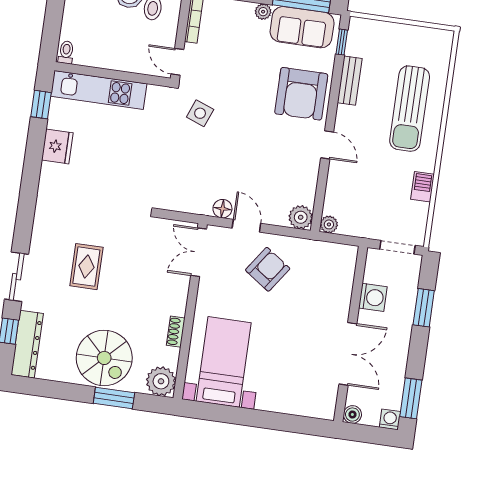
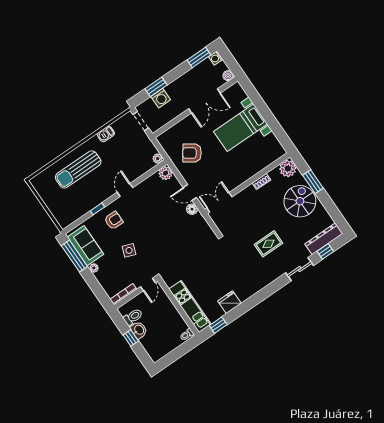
window: (342, 42) -> (97, 209), moved
bench: (350, 81) -> (89, 205), removed
armchair: (301, 94) -> (114, 220), width x0.53, depth x0.53
sun lounger: (410, 109) -> (78, 169), turned 180
side table: (200, 113) -> (129, 250), moved
door: (246, 226) -> (190, 193), hinge flipped
double door: (199, 252) -> (219, 202), swing flipped
armchair: (268, 269) -> (192, 153), moved
washing machine: (373, 297) -> (161, 98), moved, turned 180
double door: (348, 354) -> (204, 101), swing flipped
bed with nightstands: (224, 362) -> (240, 128), moved

